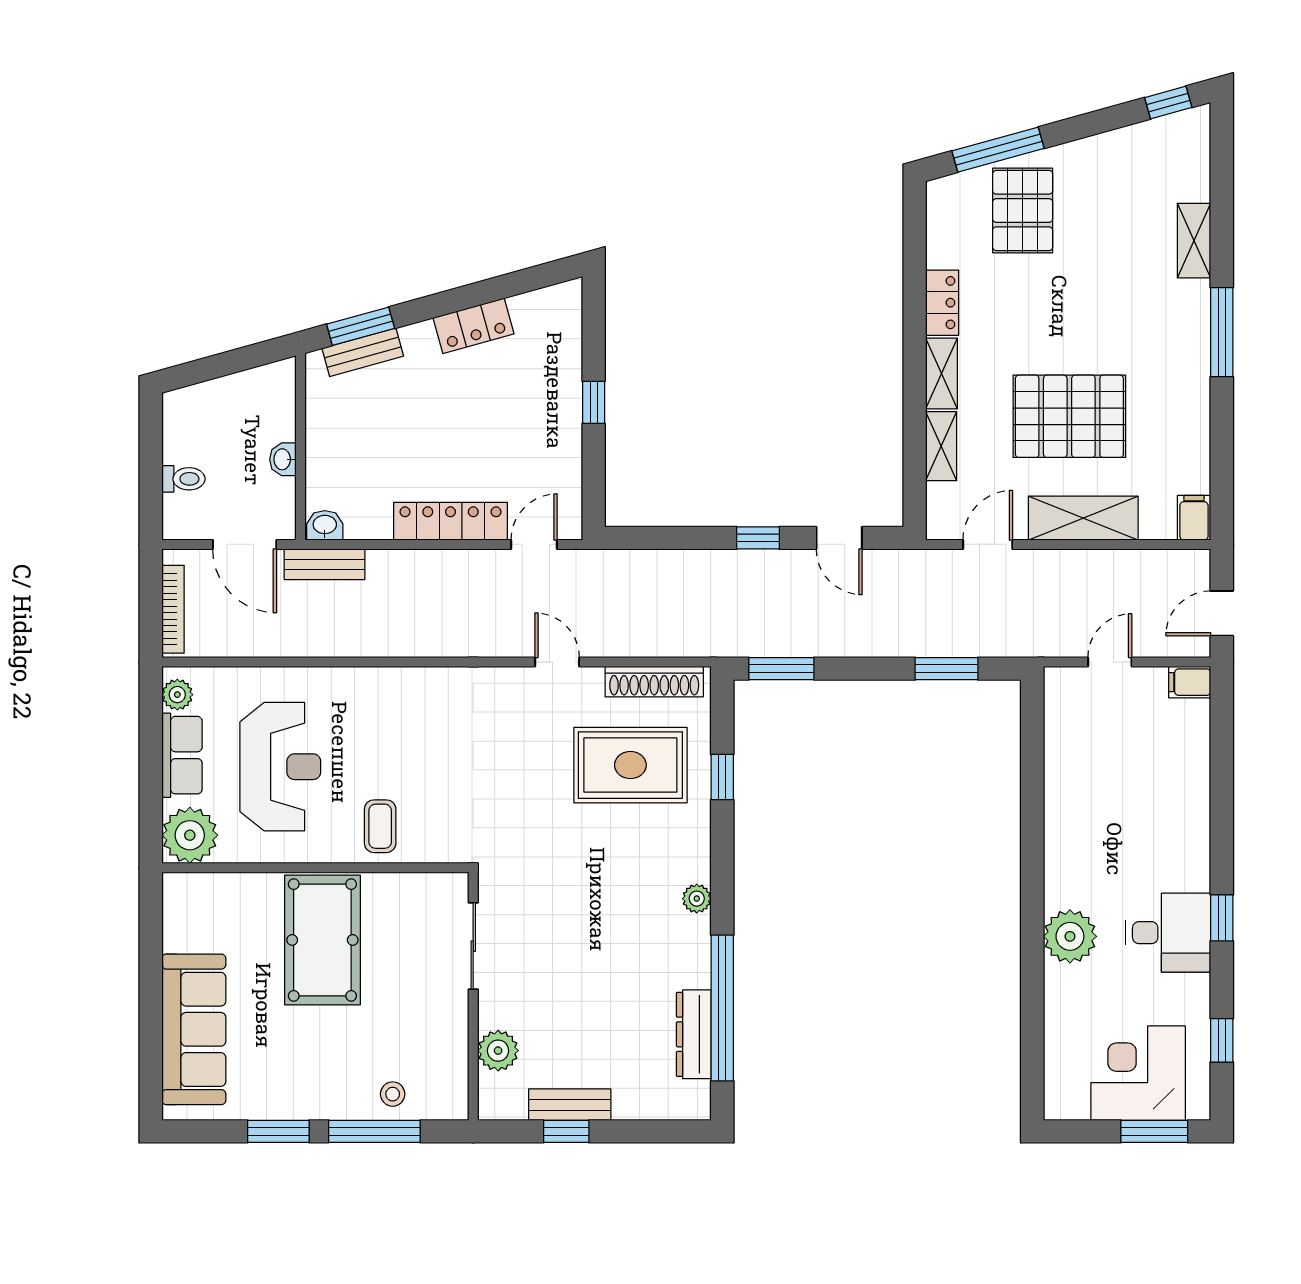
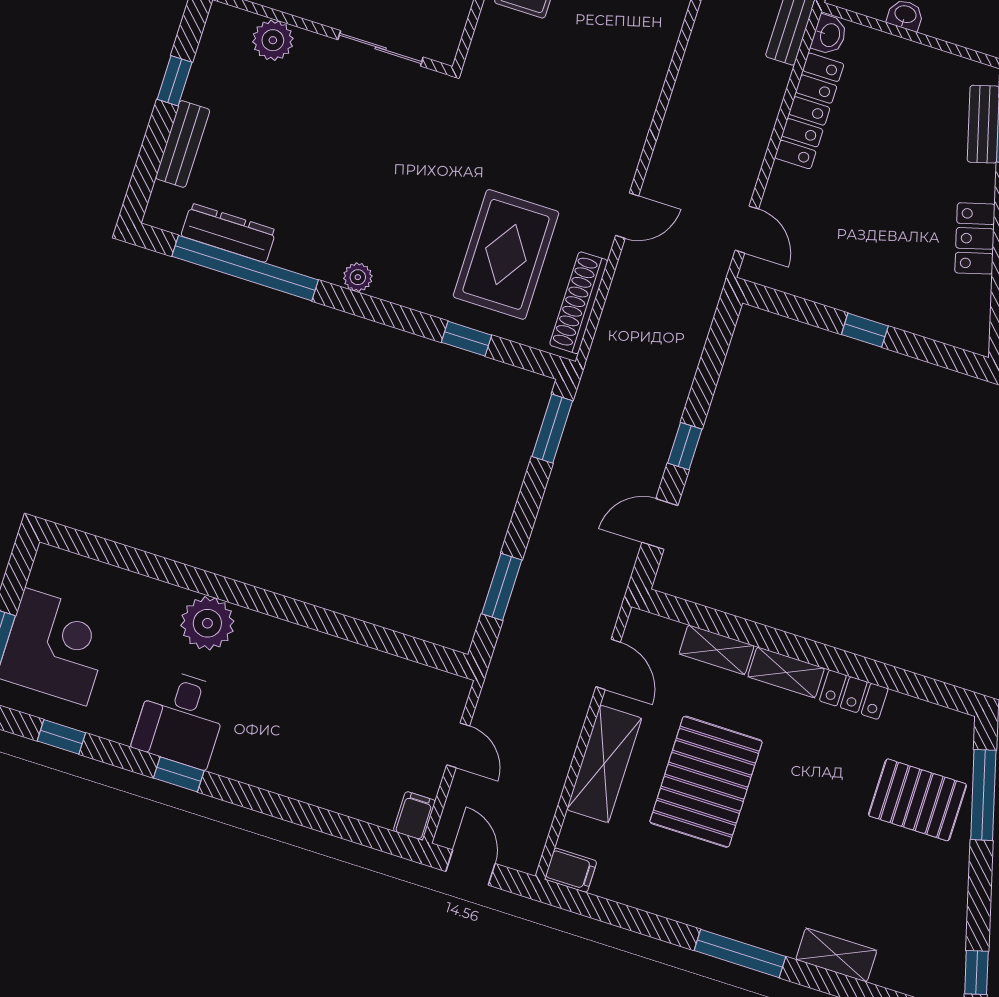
locker: (451, 521) -> (809, 111), moved
bench: (570, 1105) -> (183, 144), moved

